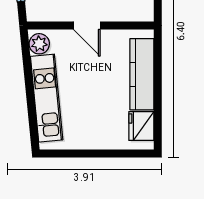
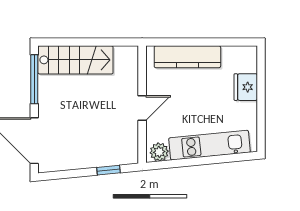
fridge: (141, 126) -> (246, 87), moved, turned 90

